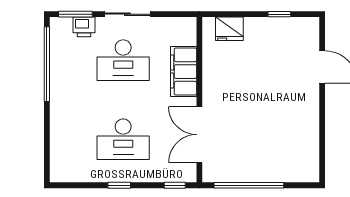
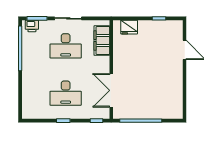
printer: (84, 27) -> (32, 26), moved
filing cabinet: (184, 72) -> (102, 41), moved

